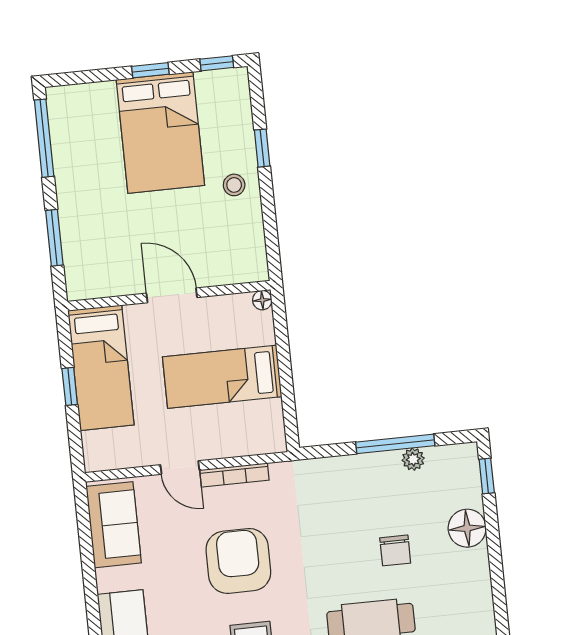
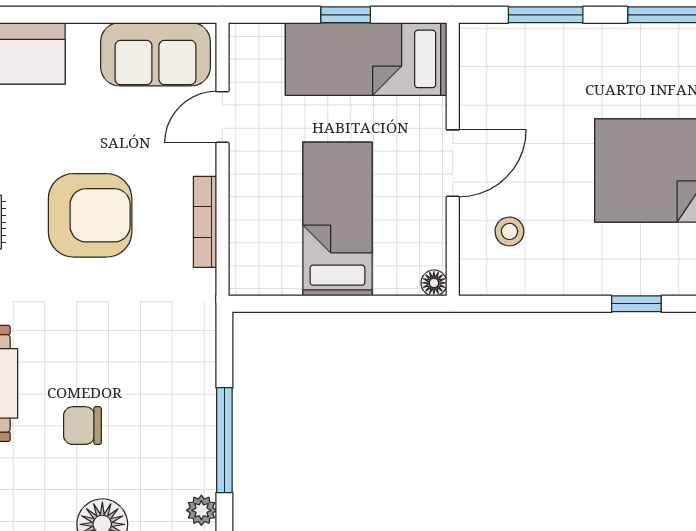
stool: (234, 185) -> (509, 231), moved
plant: (413, 459) -> (201, 510), moved
door: (180, 468) -> (222, 117), moved

